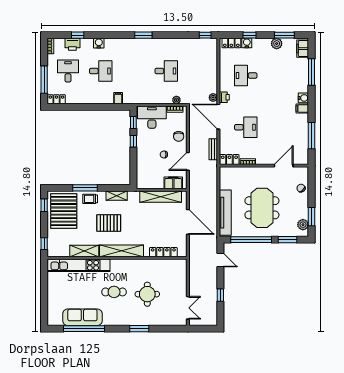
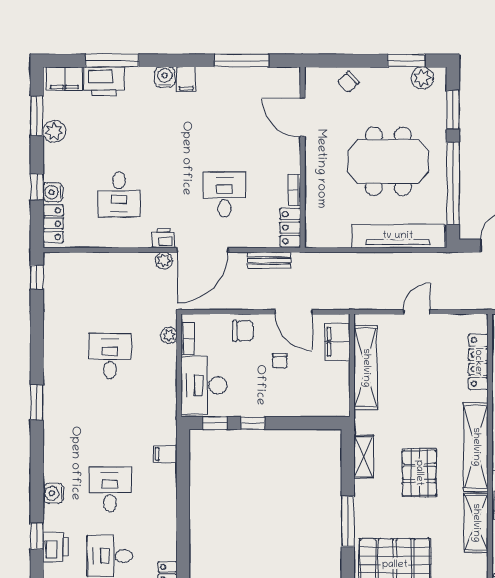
printer: (301, 68) -> (104, 81), added
trolley: (90, 199) -> (370, 511), removed
door: (188, 222) -> (417, 312), width x0.53

